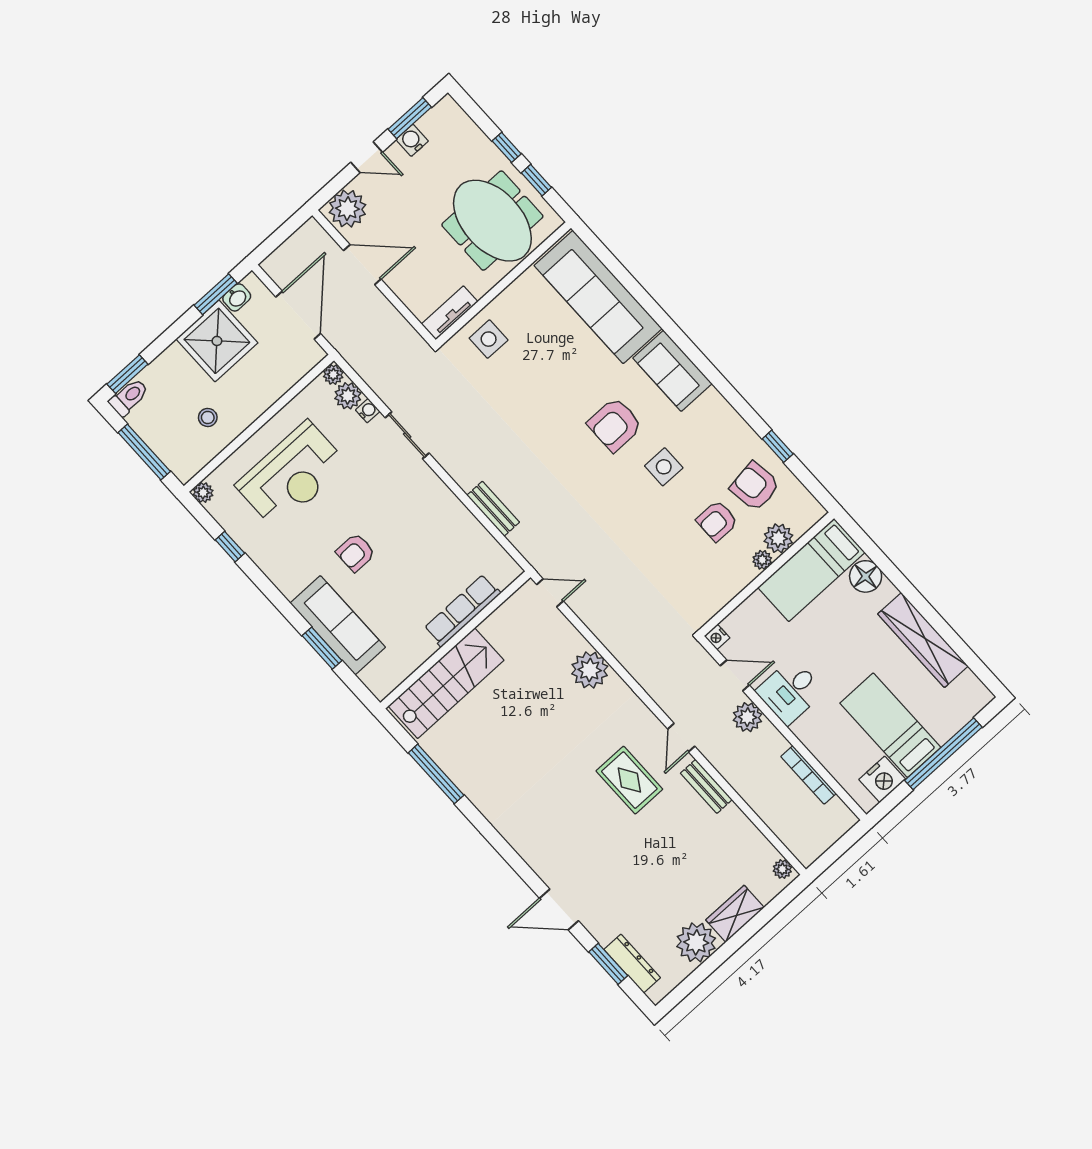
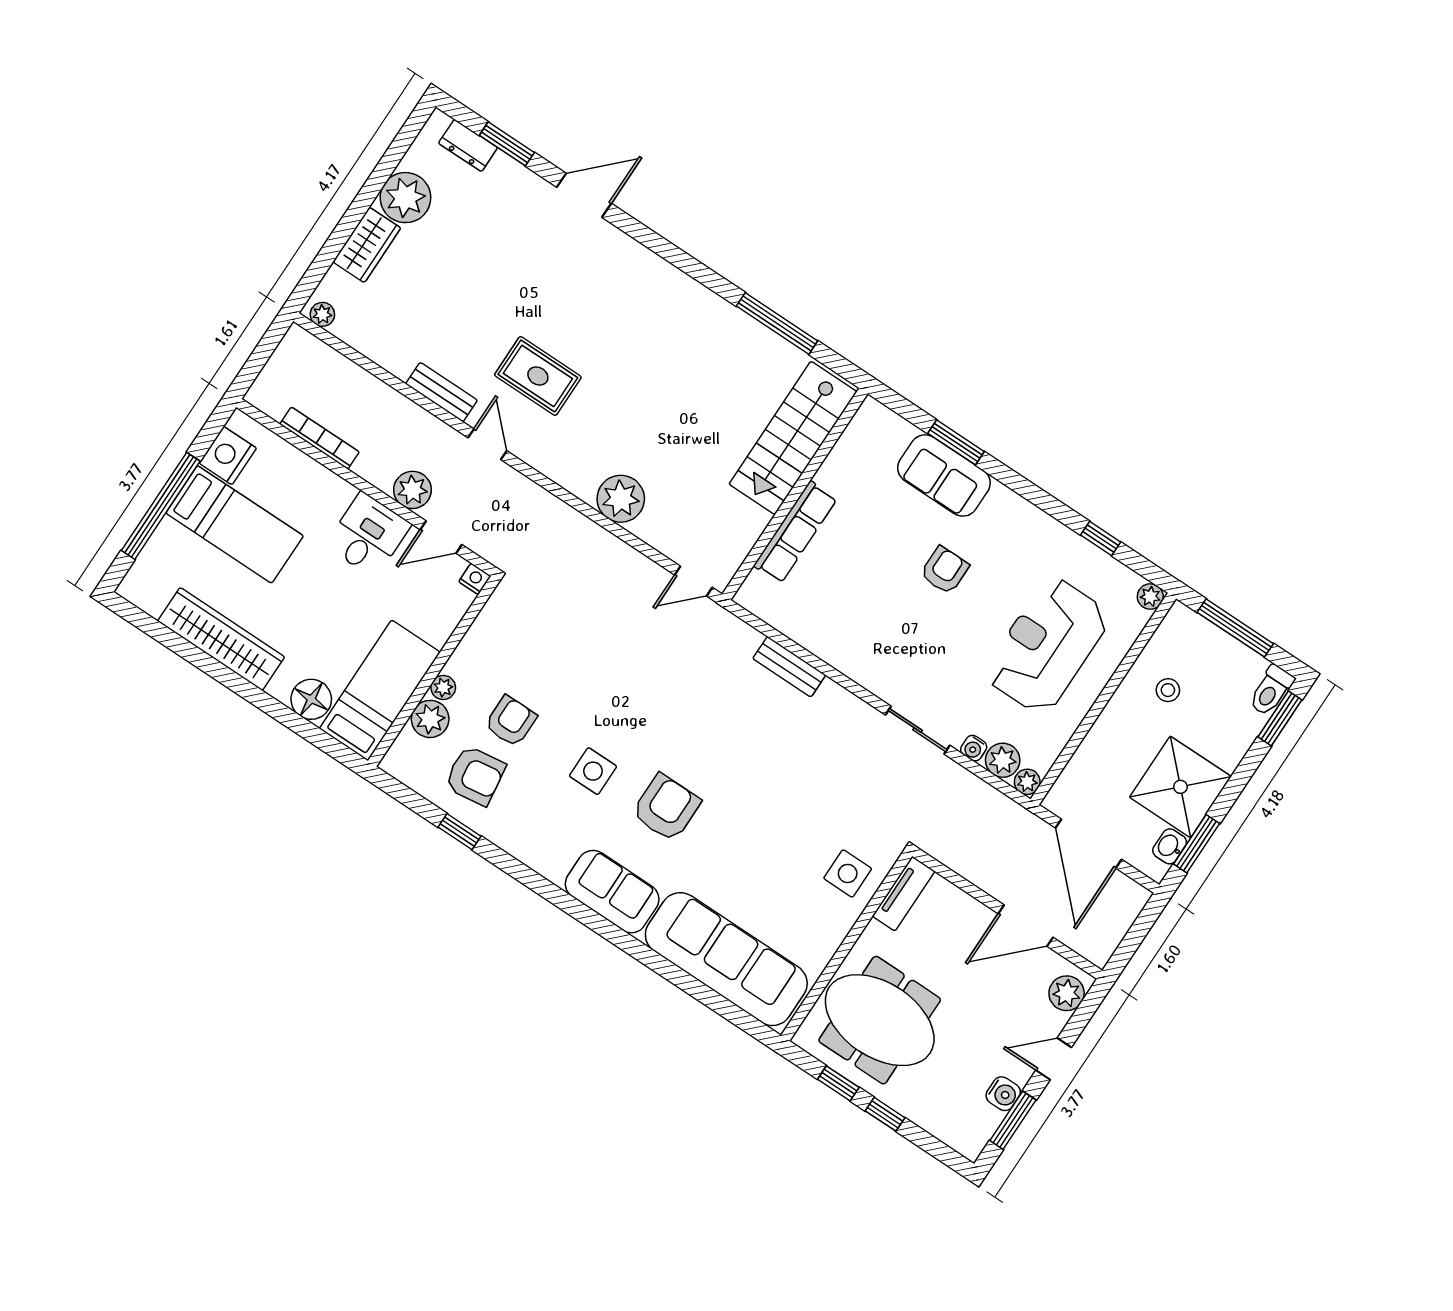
plant: (347, 209) -> (1067, 993), width x0.73, depth x0.73
sofa: (338, 625) -> (944, 475), width x0.73
dresser: (632, 964) -> (468, 145), width x0.70

